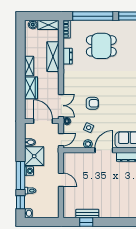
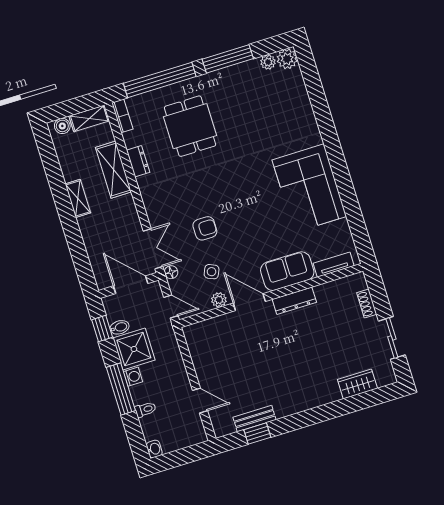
dining table: (101, 46) -> (190, 126), turned 90
wardrobe: (31, 88) -> (93, 234), removed
door: (61, 140) -> (171, 307), hinge flipped
door: (104, 150) -> (249, 302), hinge flipped
door: (61, 180) -> (200, 401), moved
window: (20, 202) -> (102, 329), moved

